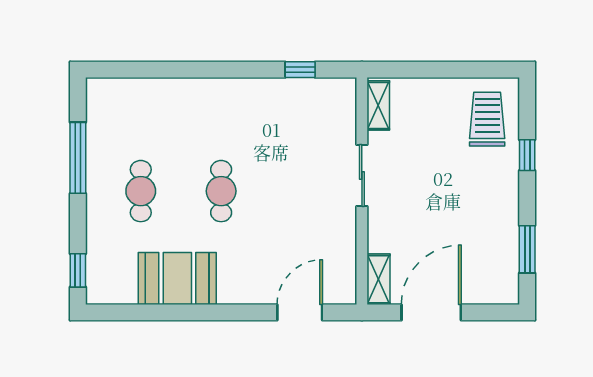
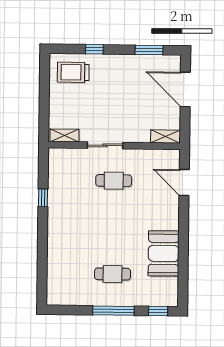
window: (300, 70) -> (43, 198), moved
window: (78, 158) -> (113, 311), moved
cafe table: (221, 191) -> (114, 181), moved
door: (431, 312) -> (185, 89), moved

